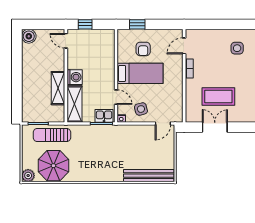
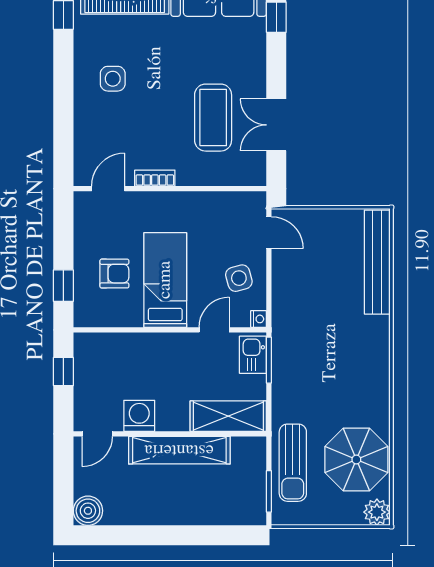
window: (85, 24) -> (63, 372), moved
door: (184, 46) -> (108, 189), swing flipped
washing machine: (75, 77) -> (139, 416), moved
shelving: (58, 88) -> (179, 450), width x1.47

